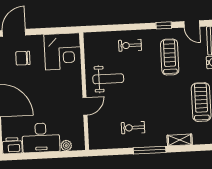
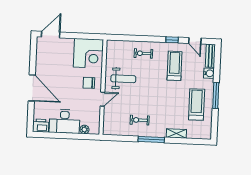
chair: (23, 58) -> (89, 83), moved

